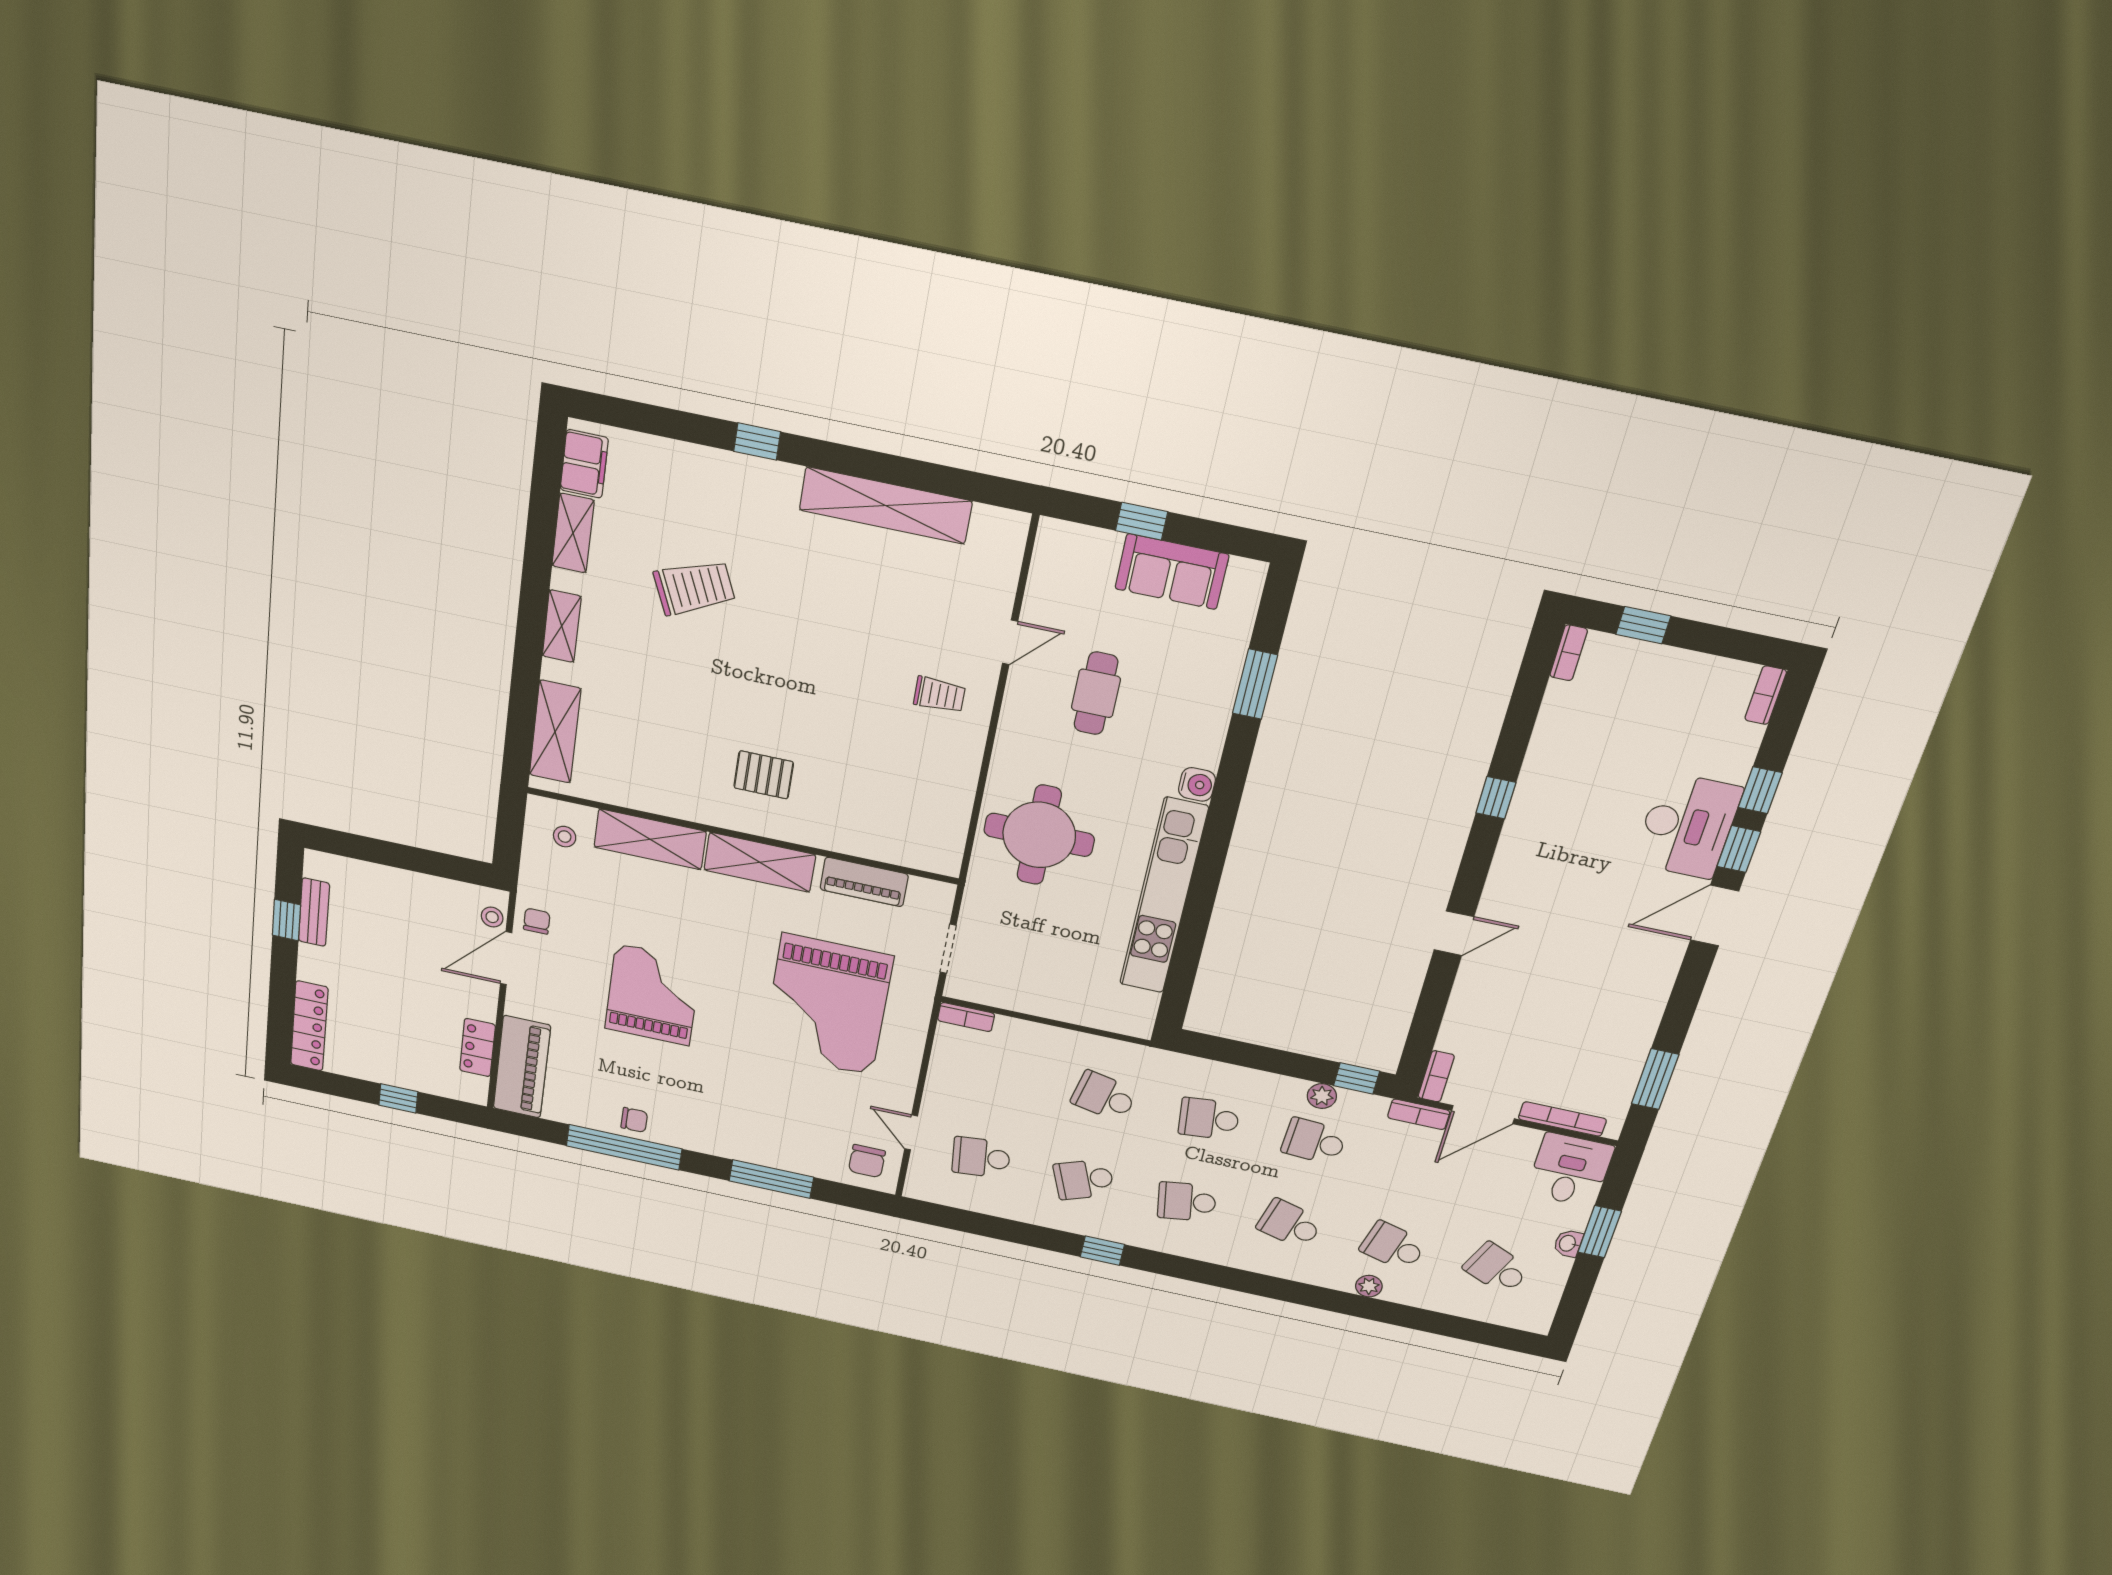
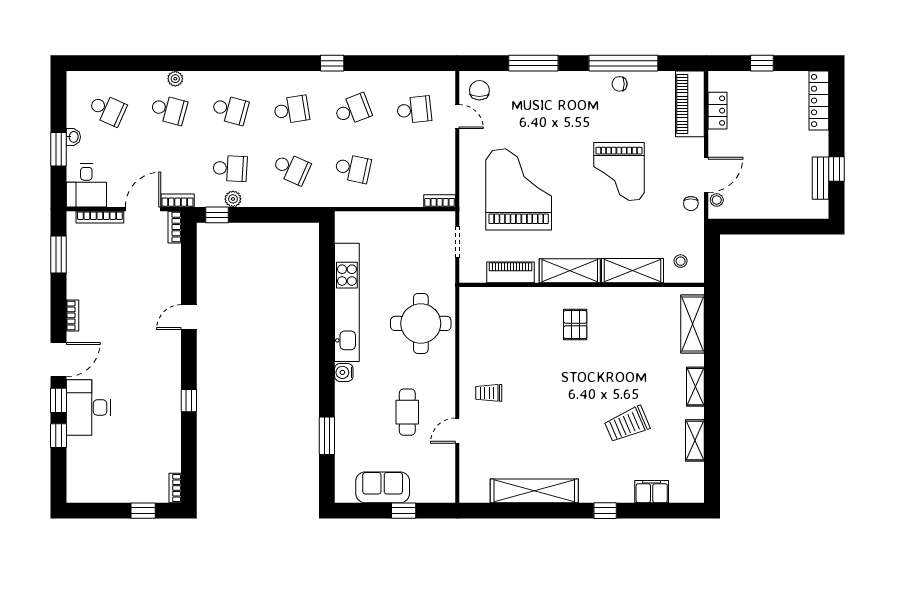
filing cabinet: (584, 464) -> (652, 492), moved, turned 90
bookcase: (1766, 695) -> (73, 315), moved
pallet: (764, 775) -> (575, 324), turned 90
school desk: (1209, 1119) -> (291, 168), turned 30

